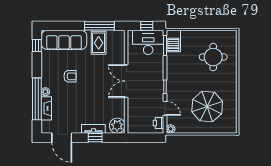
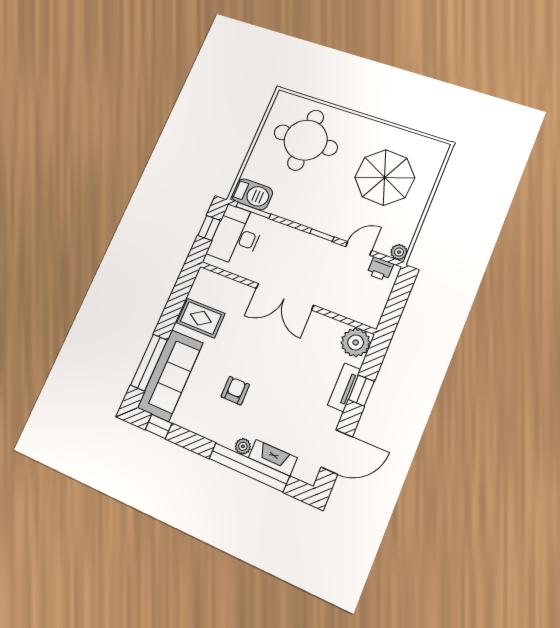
window: (99, 26) -> (149, 363), moved
round table: (213, 57) -> (306, 140), width x1.36, depth x1.36

